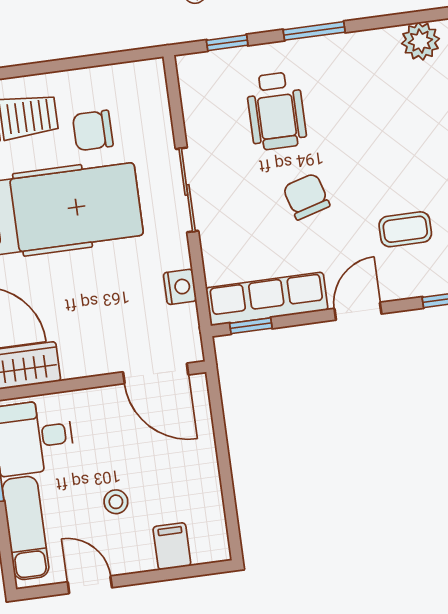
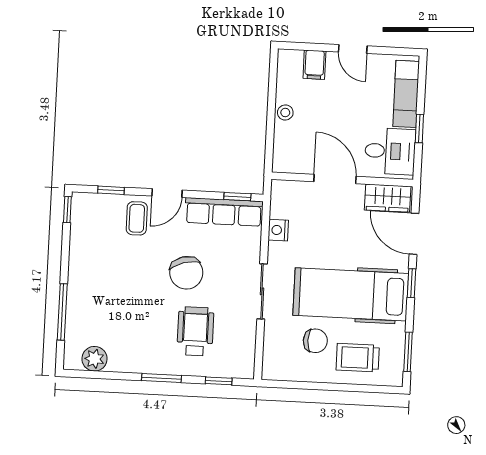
chair: (306, 197) -> (186, 273), width x1.37, depth x1.37
coffee table: (405, 229) -> (137, 218), moved, turned 90
door: (156, 373) -> (335, 179), moved
stool: (116, 502) -> (285, 112), moved
door: (90, 585) -> (353, 49), moved

